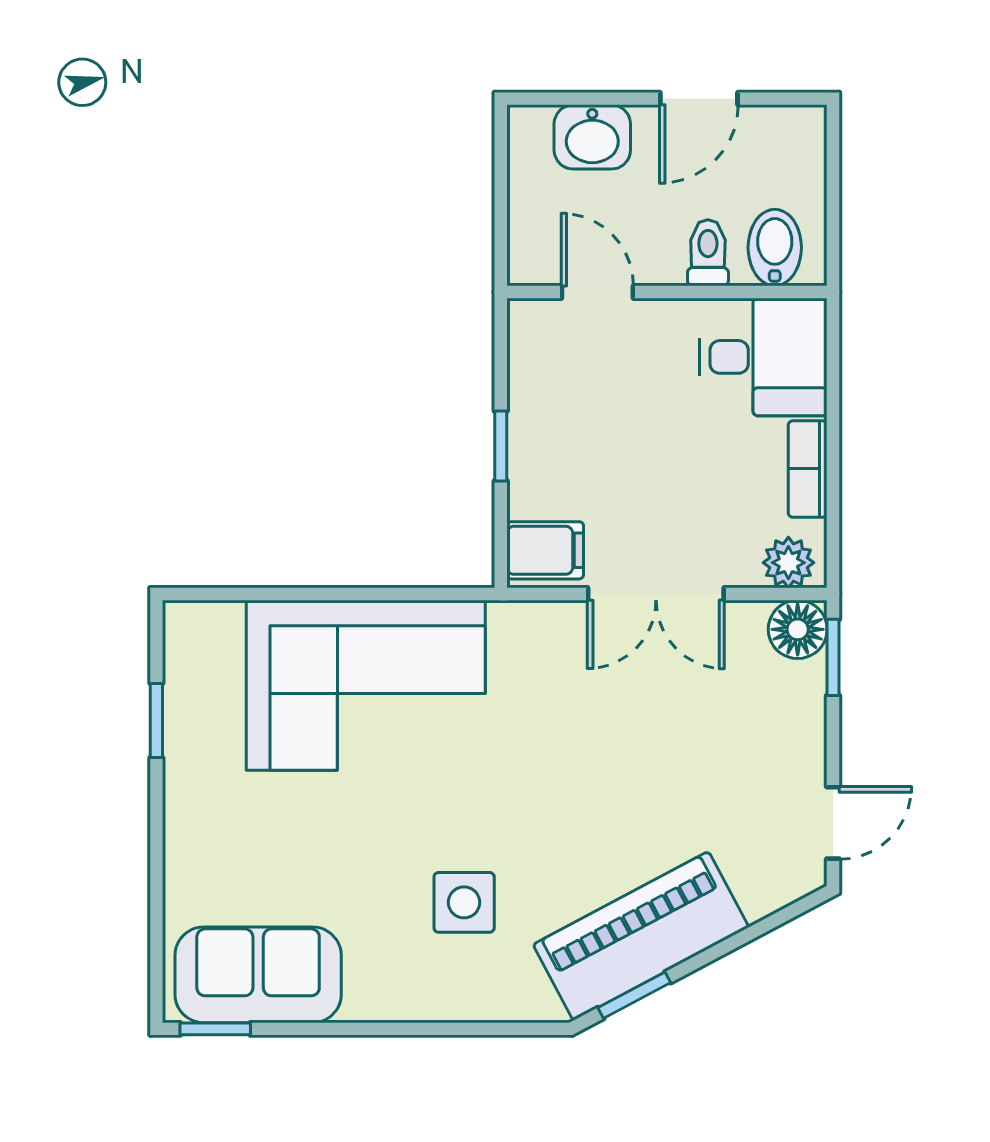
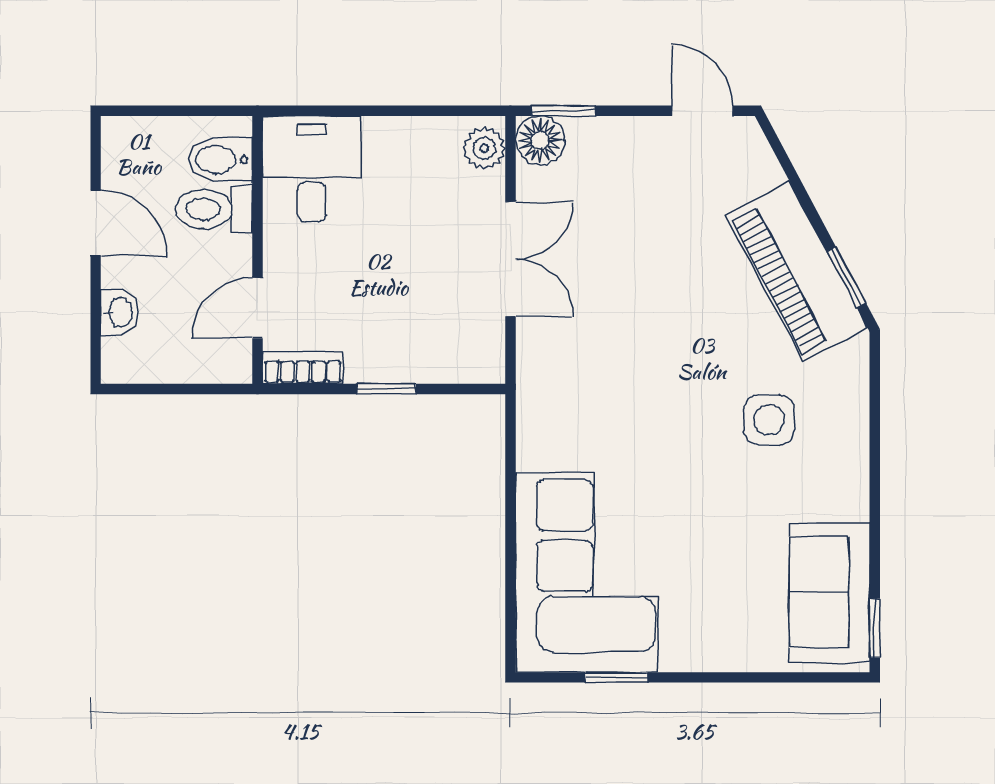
washbasin: (592, 137) -> (119, 312), width x0.72, depth x0.69
toilet: (708, 253) -> (214, 209), width x1.37, depth x1.39
bookcase: (808, 469) -> (303, 368), moved, turned 180
filing cabinet: (545, 550) -> (474, 352), removed
corner sofa: (366, 685) -> (587, 572), moved

